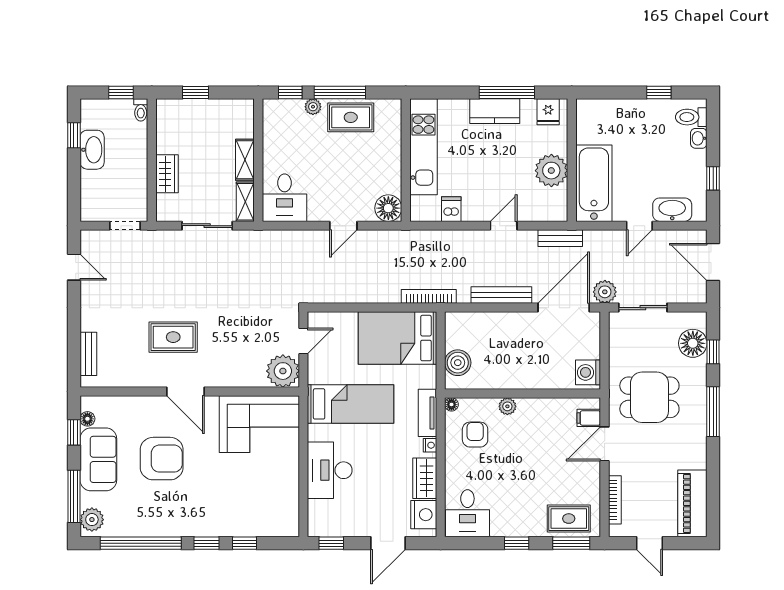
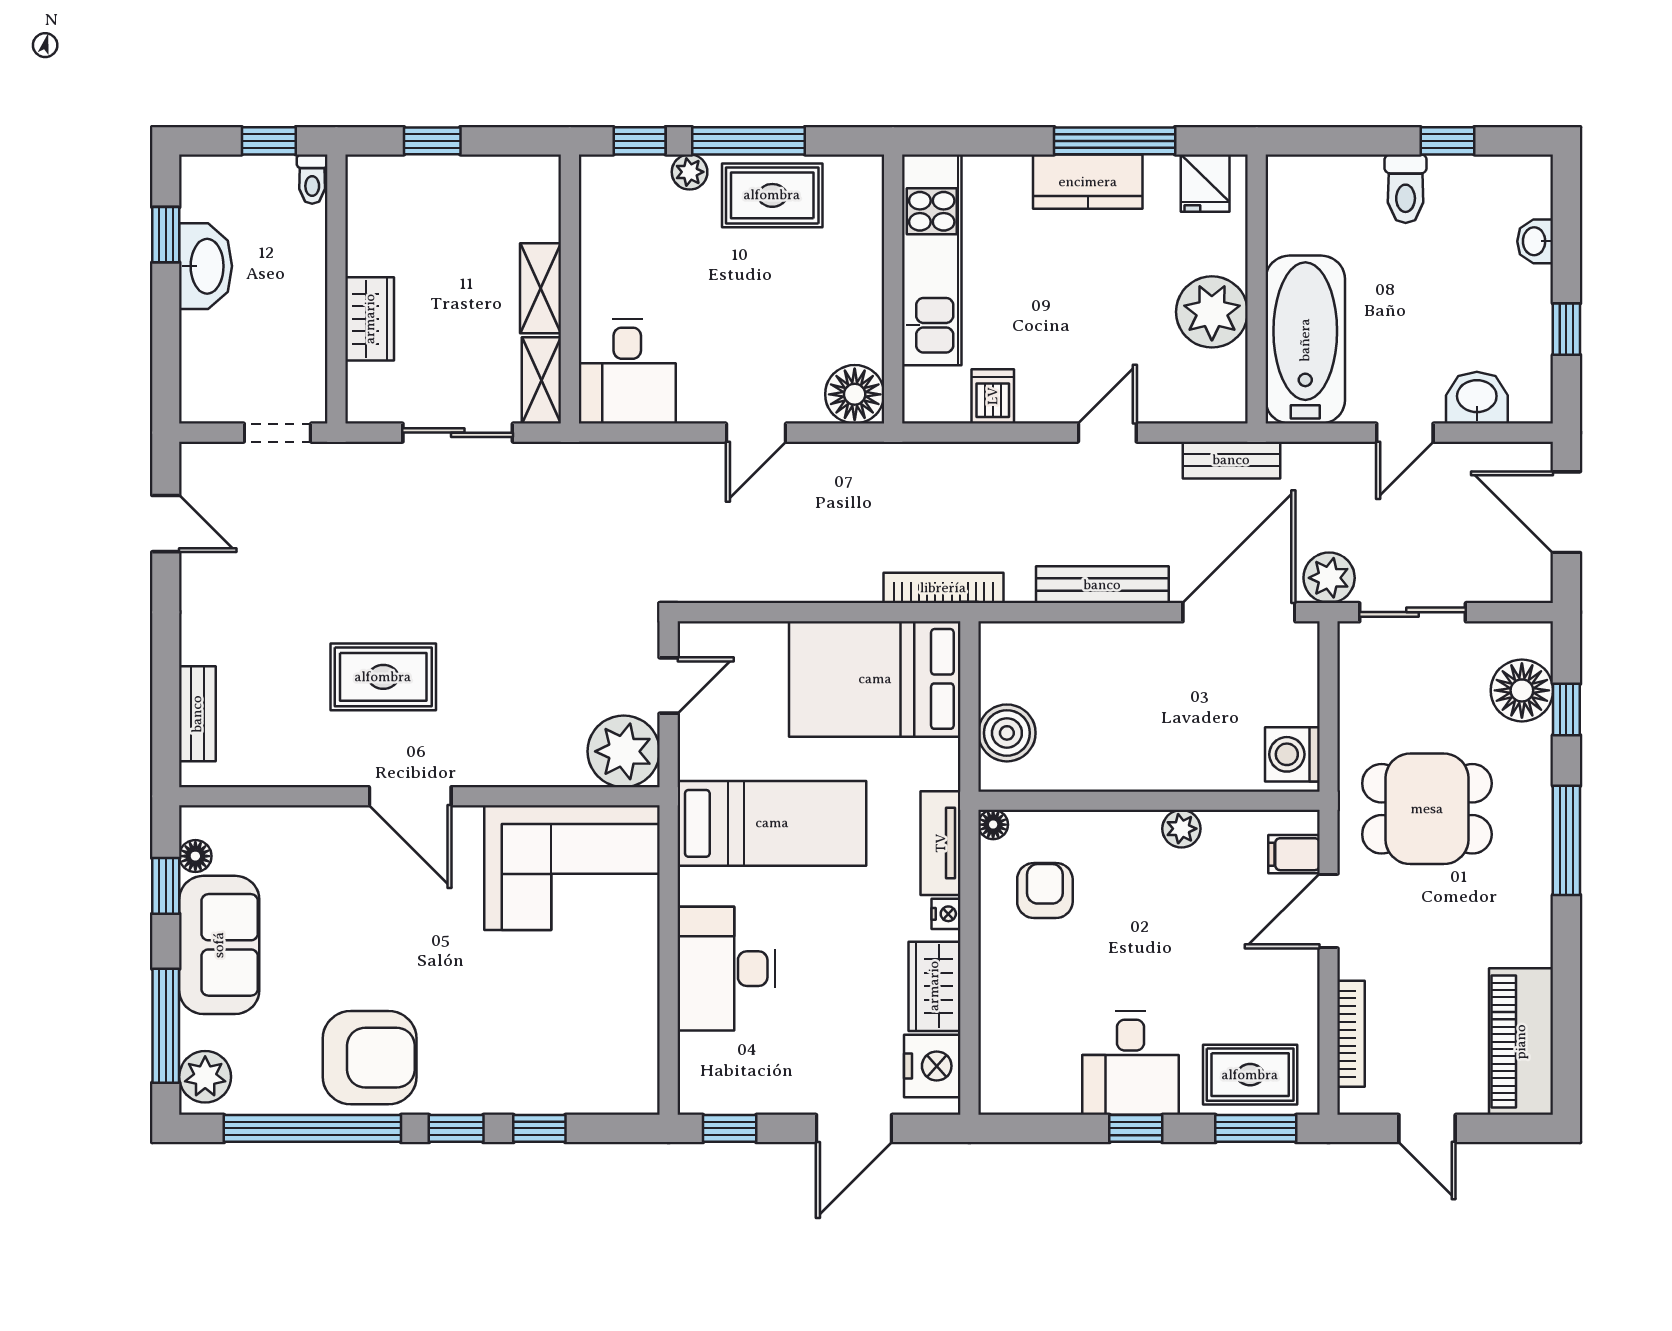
toilet: (691, 117) -> (1406, 189), moved, turned -90
washbasin: (672, 210) -> (1477, 398), width x0.72
plant: (507, 406) -> (1181, 829), moved
armchair: (162, 459) -> (370, 1058), moved
desk: (467, 513) -> (1130, 1063), moved

